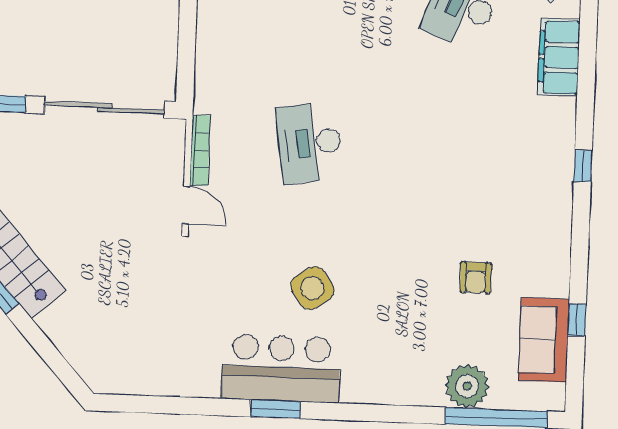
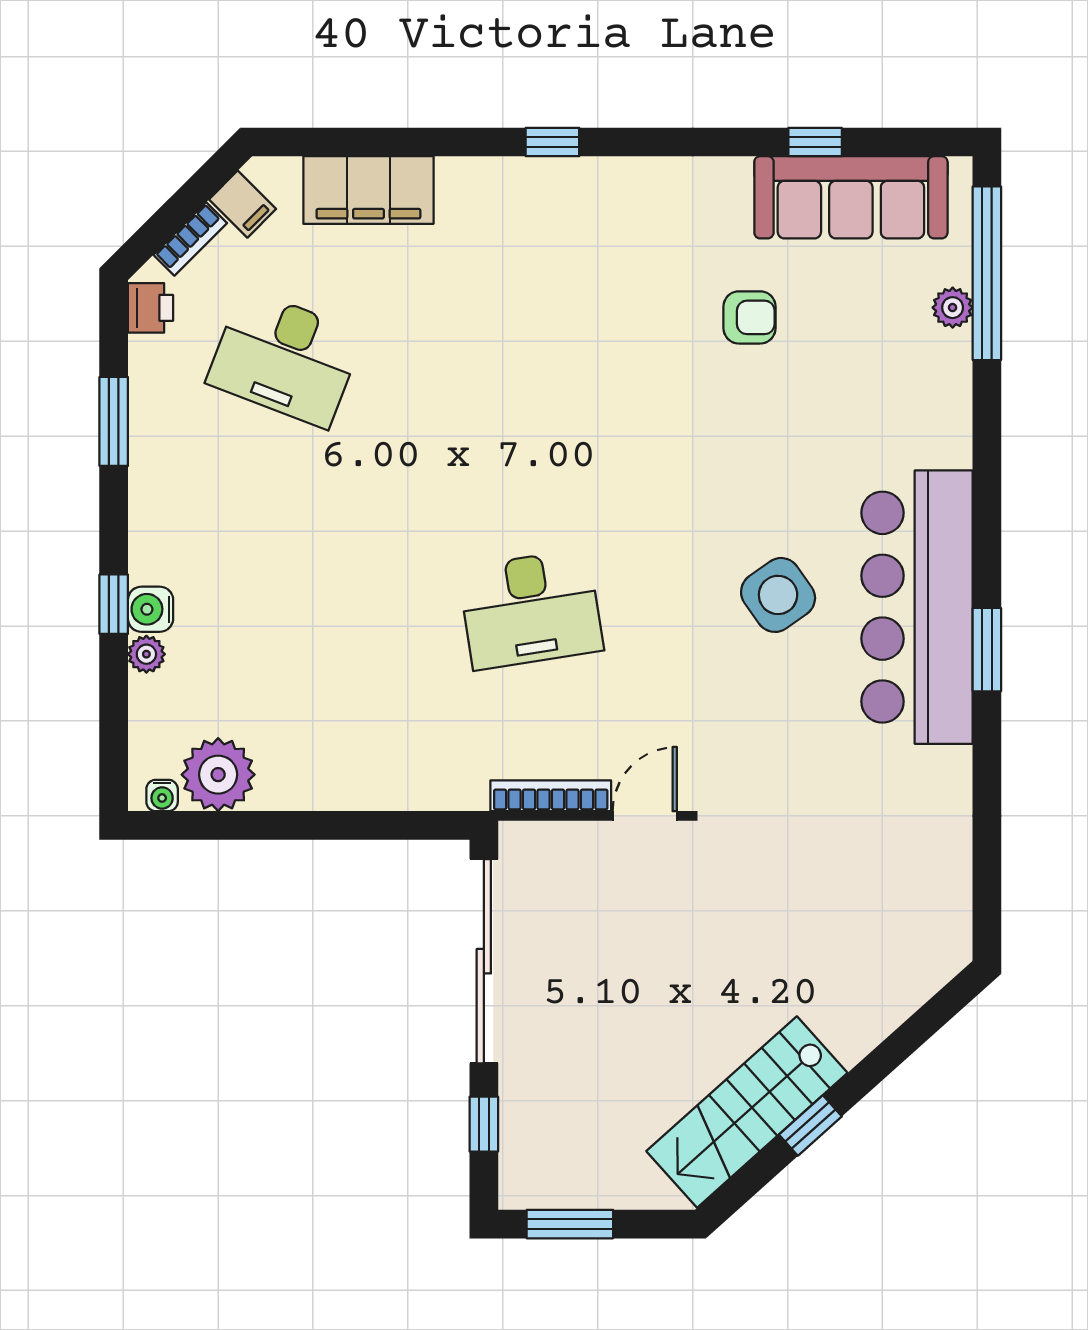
sofa: (544, 340) -> (851, 197), width x1.36
bar counter: (281, 368) -> (917, 607), width x1.36
plant: (467, 386) -> (953, 308), width x0.53, depth x0.53

